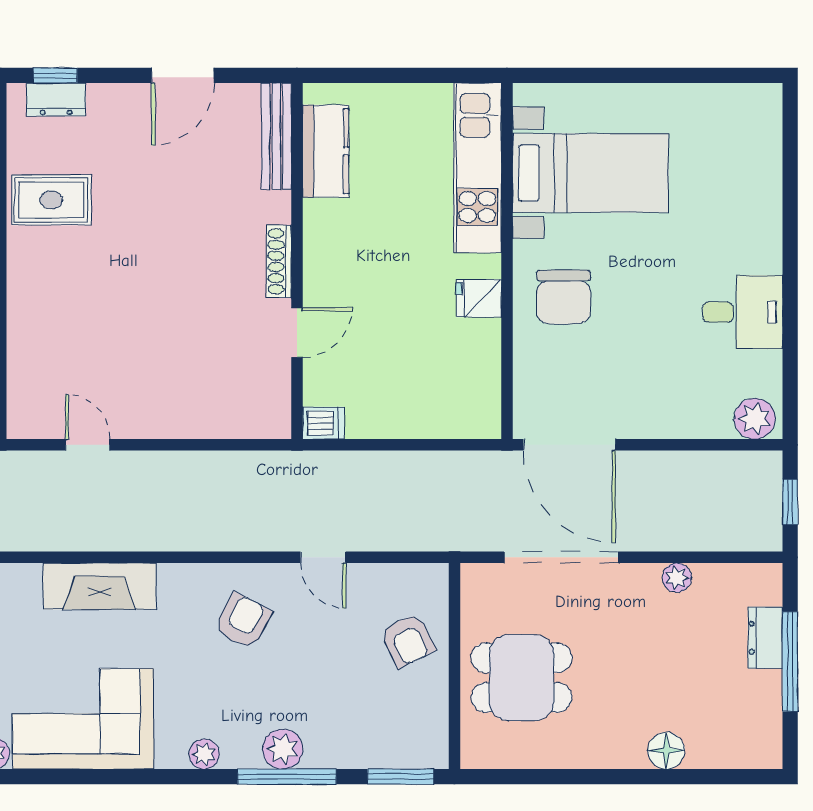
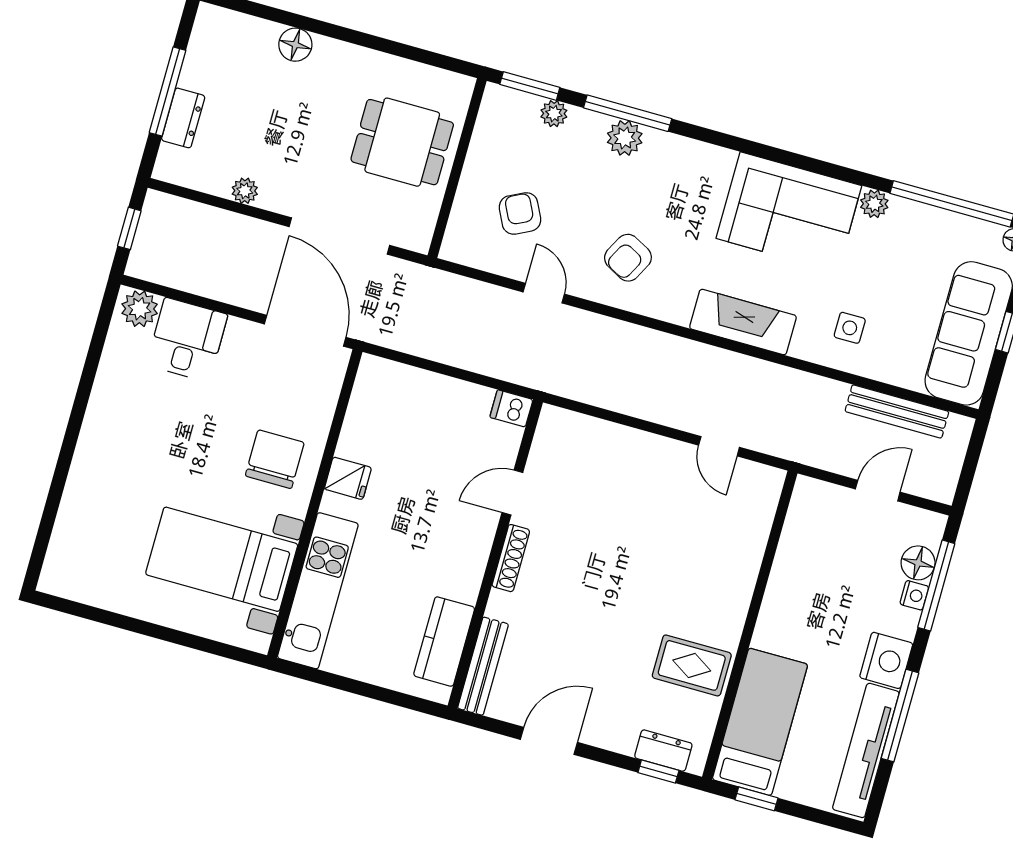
desk: (743, 312) -> (187, 340), moved, turned 90
armchair: (408, 640) -> (520, 213), moved
plant: (204, 754) -> (554, 114), moved

